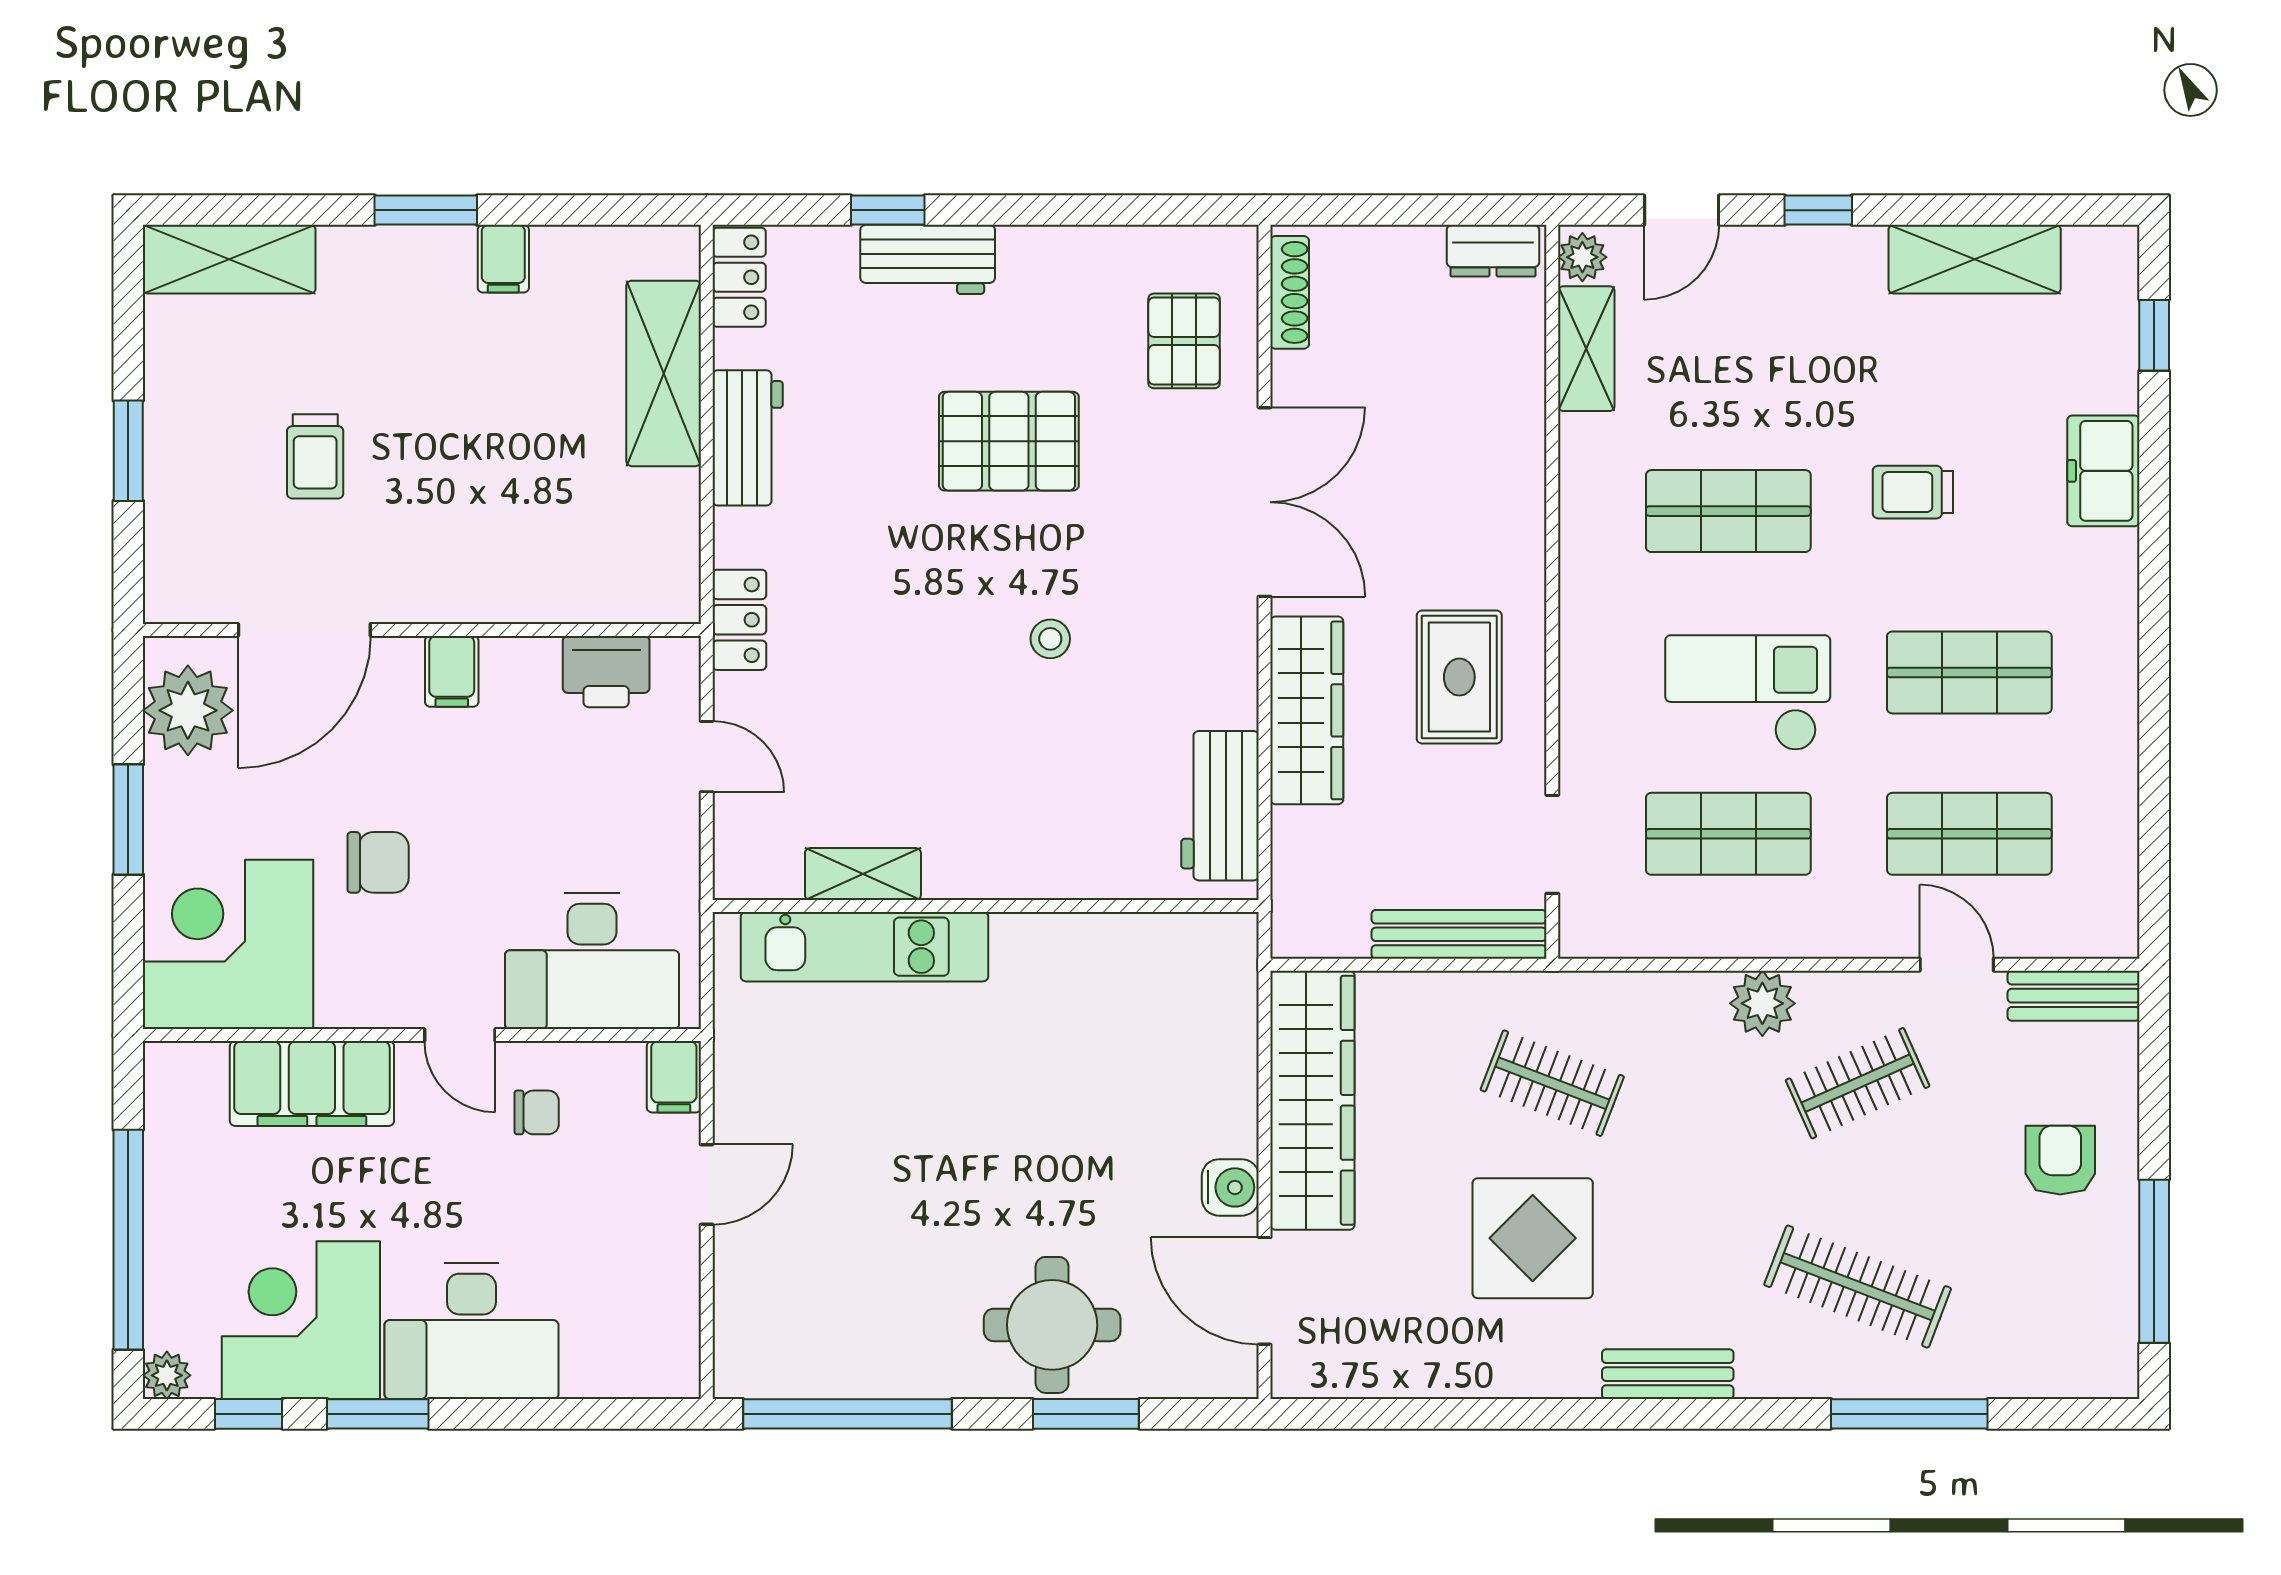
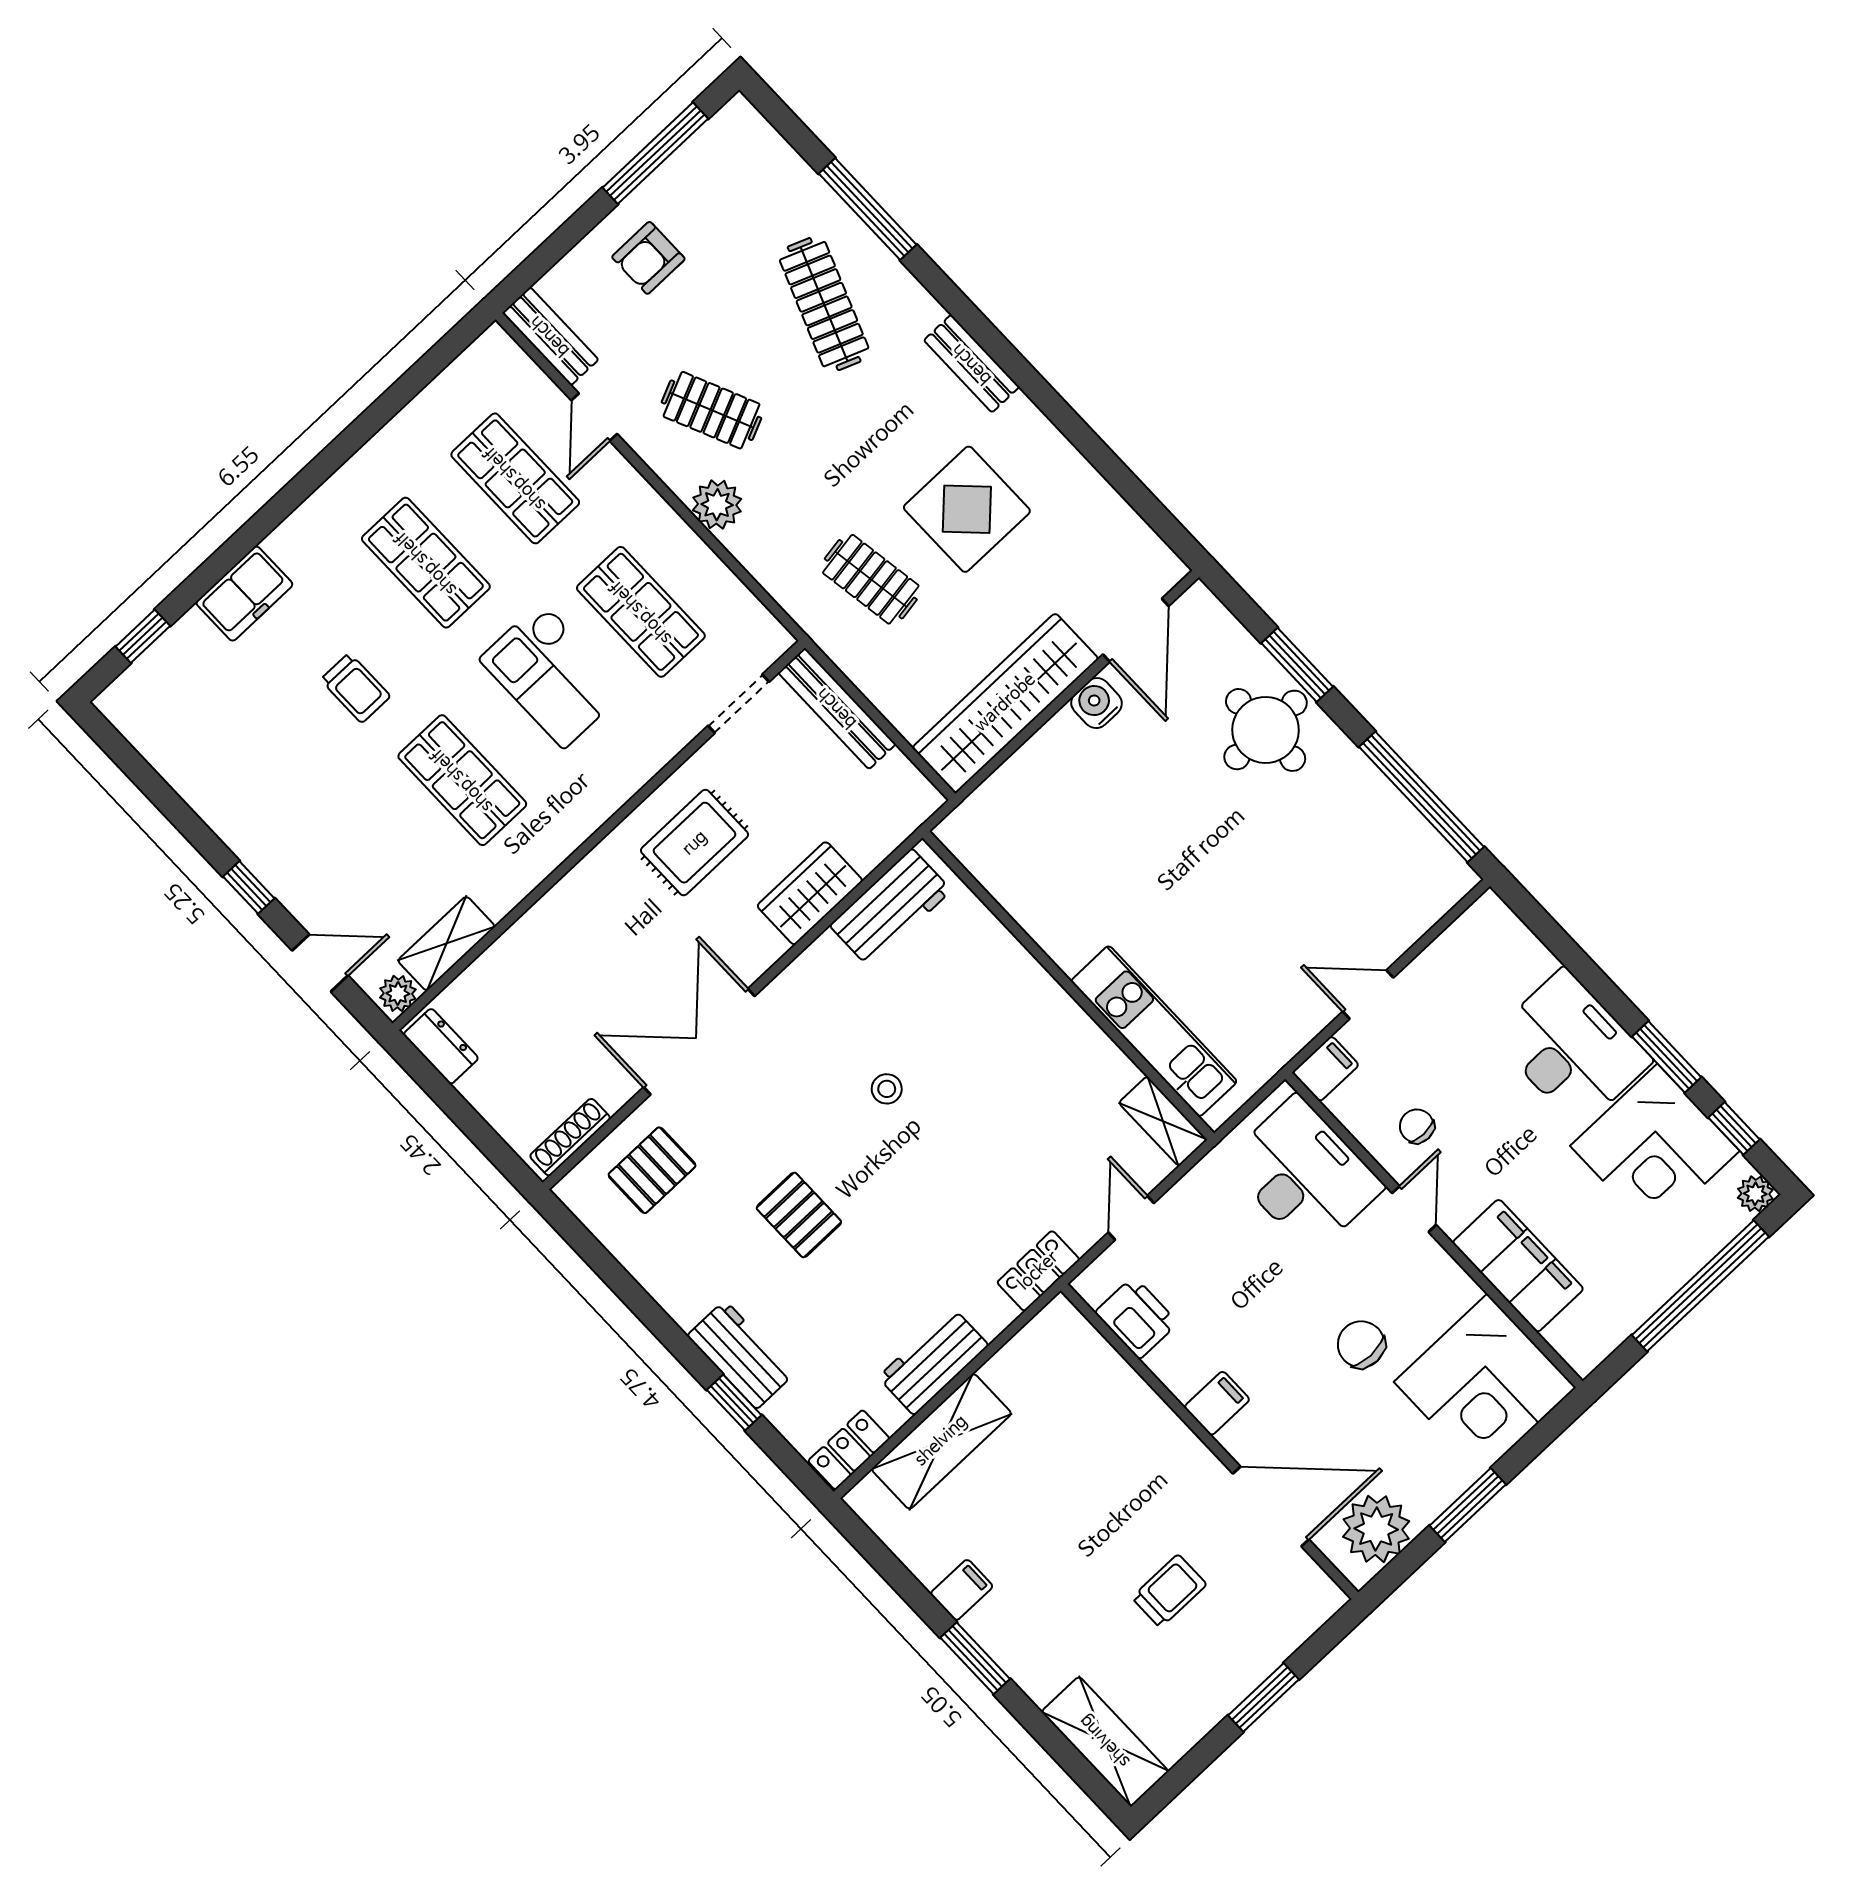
shelving: (1975, 259) -> (194, 775), removed
pallet: (1009, 441) -> (799, 1215), width x0.67, depth x0.71
wardrobe: (1307, 710) -> (810, 893), width x0.67
shelving: (863, 874) -> (1163, 1121), moved
clothes rail: (1552, 1083) -> (871, 579), turned -30

